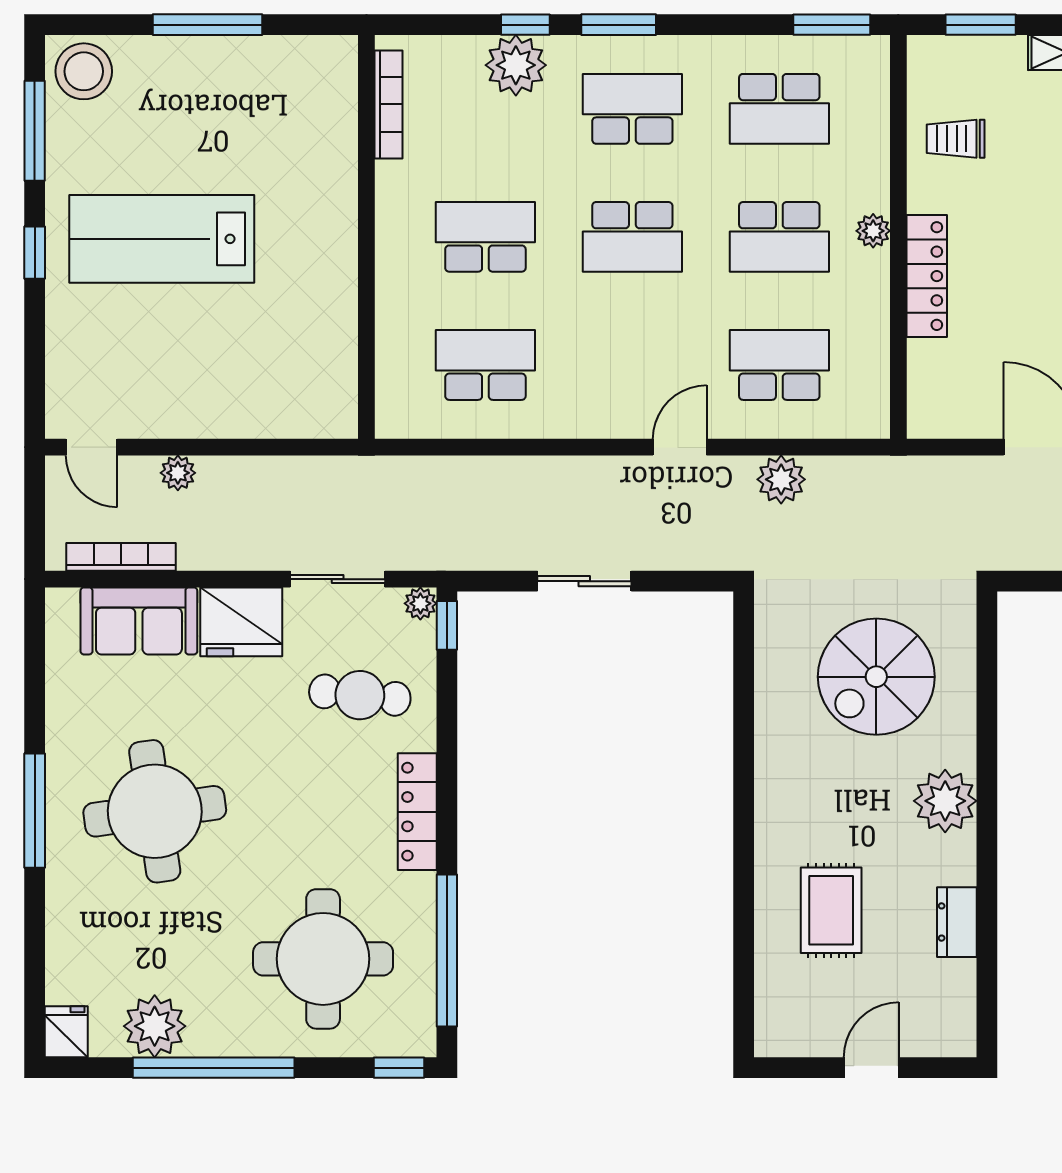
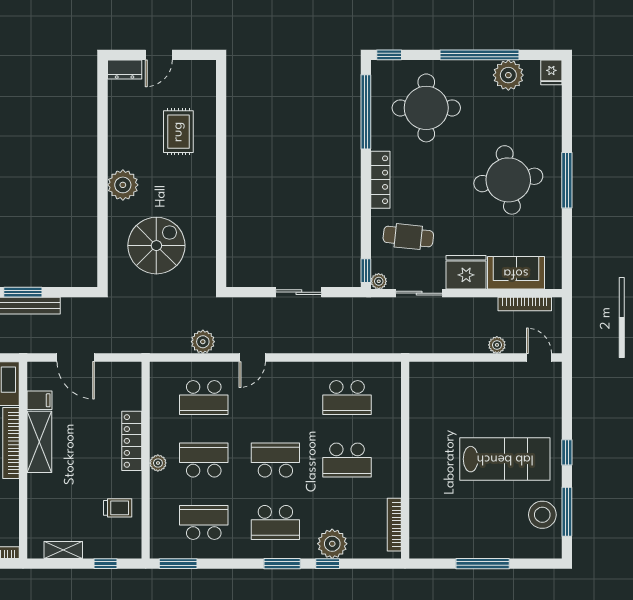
window: (981, 25) -> (106, 564), width x0.67
stool: (84, 71) -> (542, 515), moved
dresser: (957, 922) -> (125, 70), moved, turned 90

